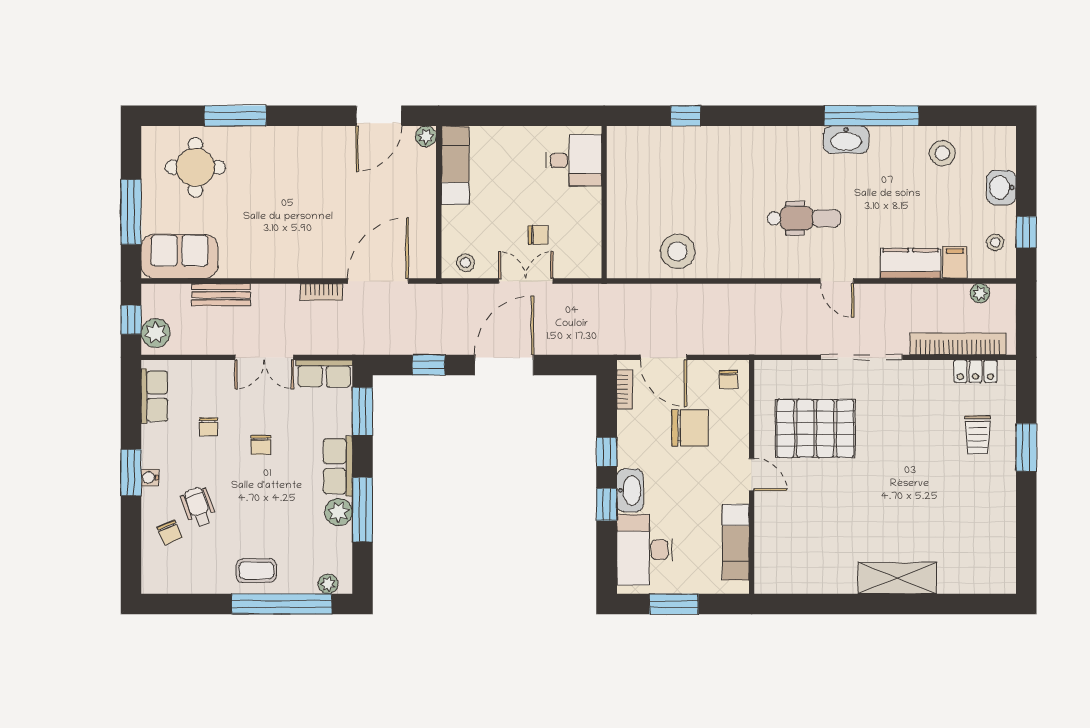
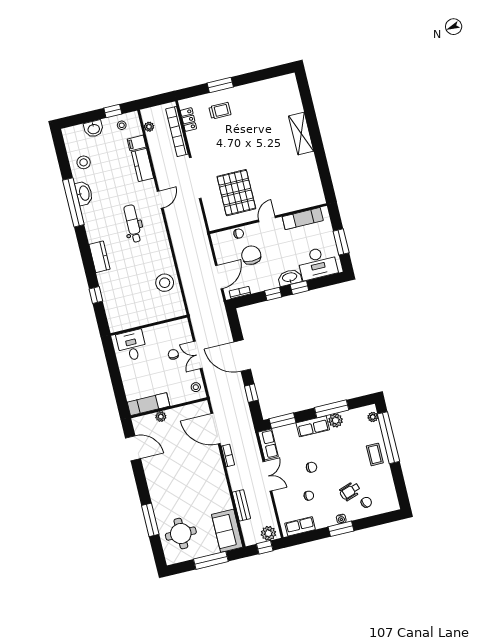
plant: (426, 136) -> (161, 417), moved
kitchen counter: (756, 140) -> (100, 257), added
washbasin: (846, 140) -> (84, 193), moved
chair: (728, 379) -> (239, 234), moved

